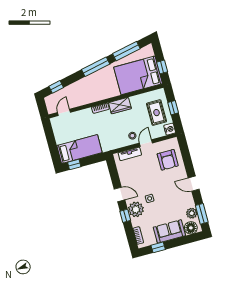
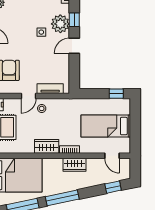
wardrobe: (93, 97) -> (74, 165), added
door: (64, 112) -> (112, 156), hinge flipped
bed: (79, 149) -> (106, 126), moved
door: (119, 194) -> (74, 46), hinge flipped

